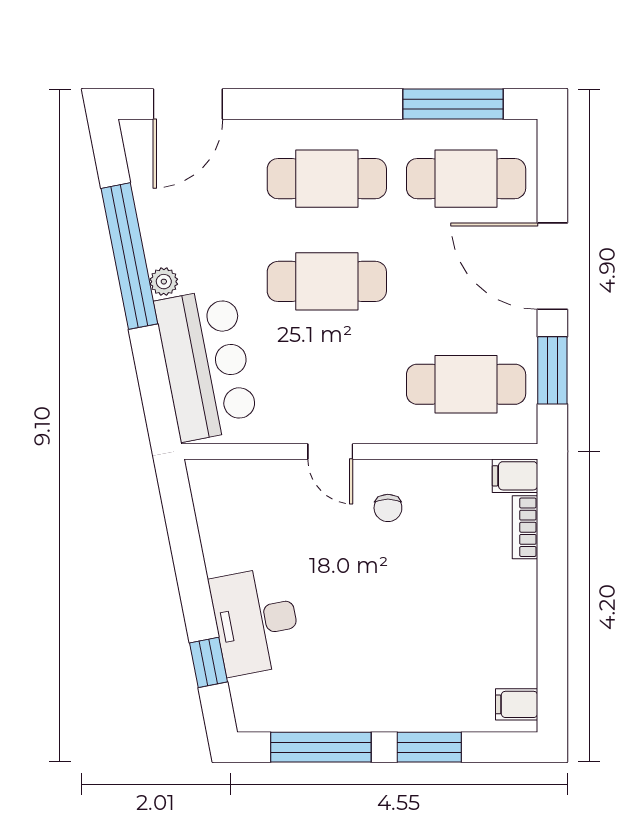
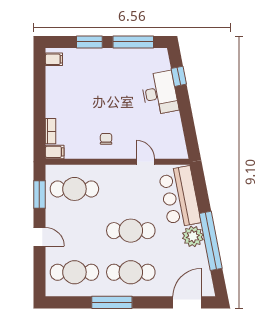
window: (453, 104) -> (112, 302), moved
door: (552, 266) -> (39, 237), width x0.53
plant: (164, 282) -> (193, 236), width x1.87, depth x1.87
door: (330, 451) -> (145, 162), moved

